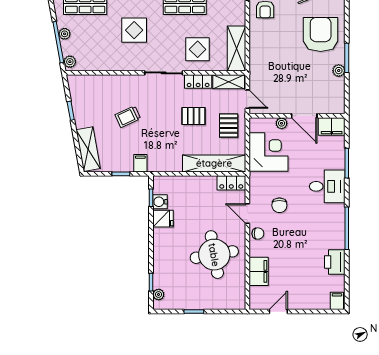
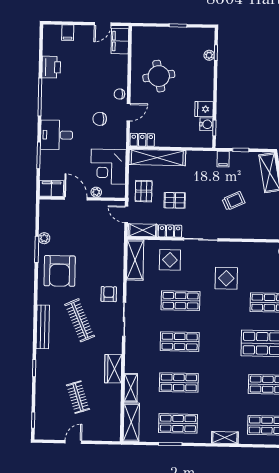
chair: (279, 205) -> (100, 119), turned -90
door: (247, 213) -> (128, 112), hinge flipped
round table: (214, 255) -> (159, 76), width x0.73, depth x0.73
filing cabinet: (259, 271) -> (120, 41), moved
plant: (159, 294) -> (209, 55), moved
filing cabinet: (337, 301) -> (68, 33), moved

